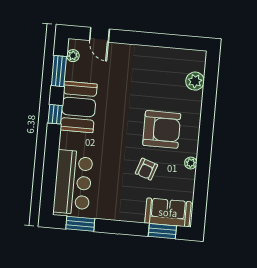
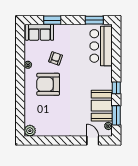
plant: (195, 81) -> (30, 131), moved
booth: (79, 107) -> (102, 106), moved
window: (162, 231) -> (52, 20), moved

